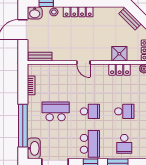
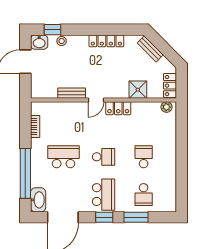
locker: (78, 12) -> (106, 41), moved
bench: (40, 57) -> (72, 93), moved
door: (83, 63) -> (96, 100), hinge flipped
locker: (120, 70) -> (118, 108), moved
school desk: (124, 111) -> (144, 157), turned -90

